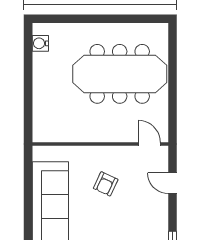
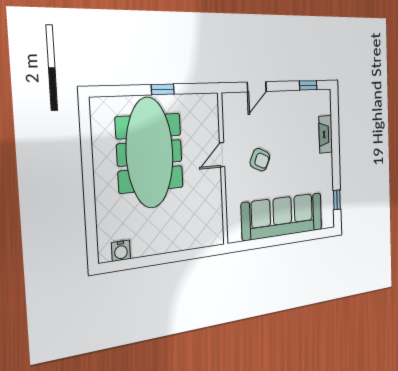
window: (172, 89) -> (163, 89), added
door: (149, 144) -> (222, 155), moved

